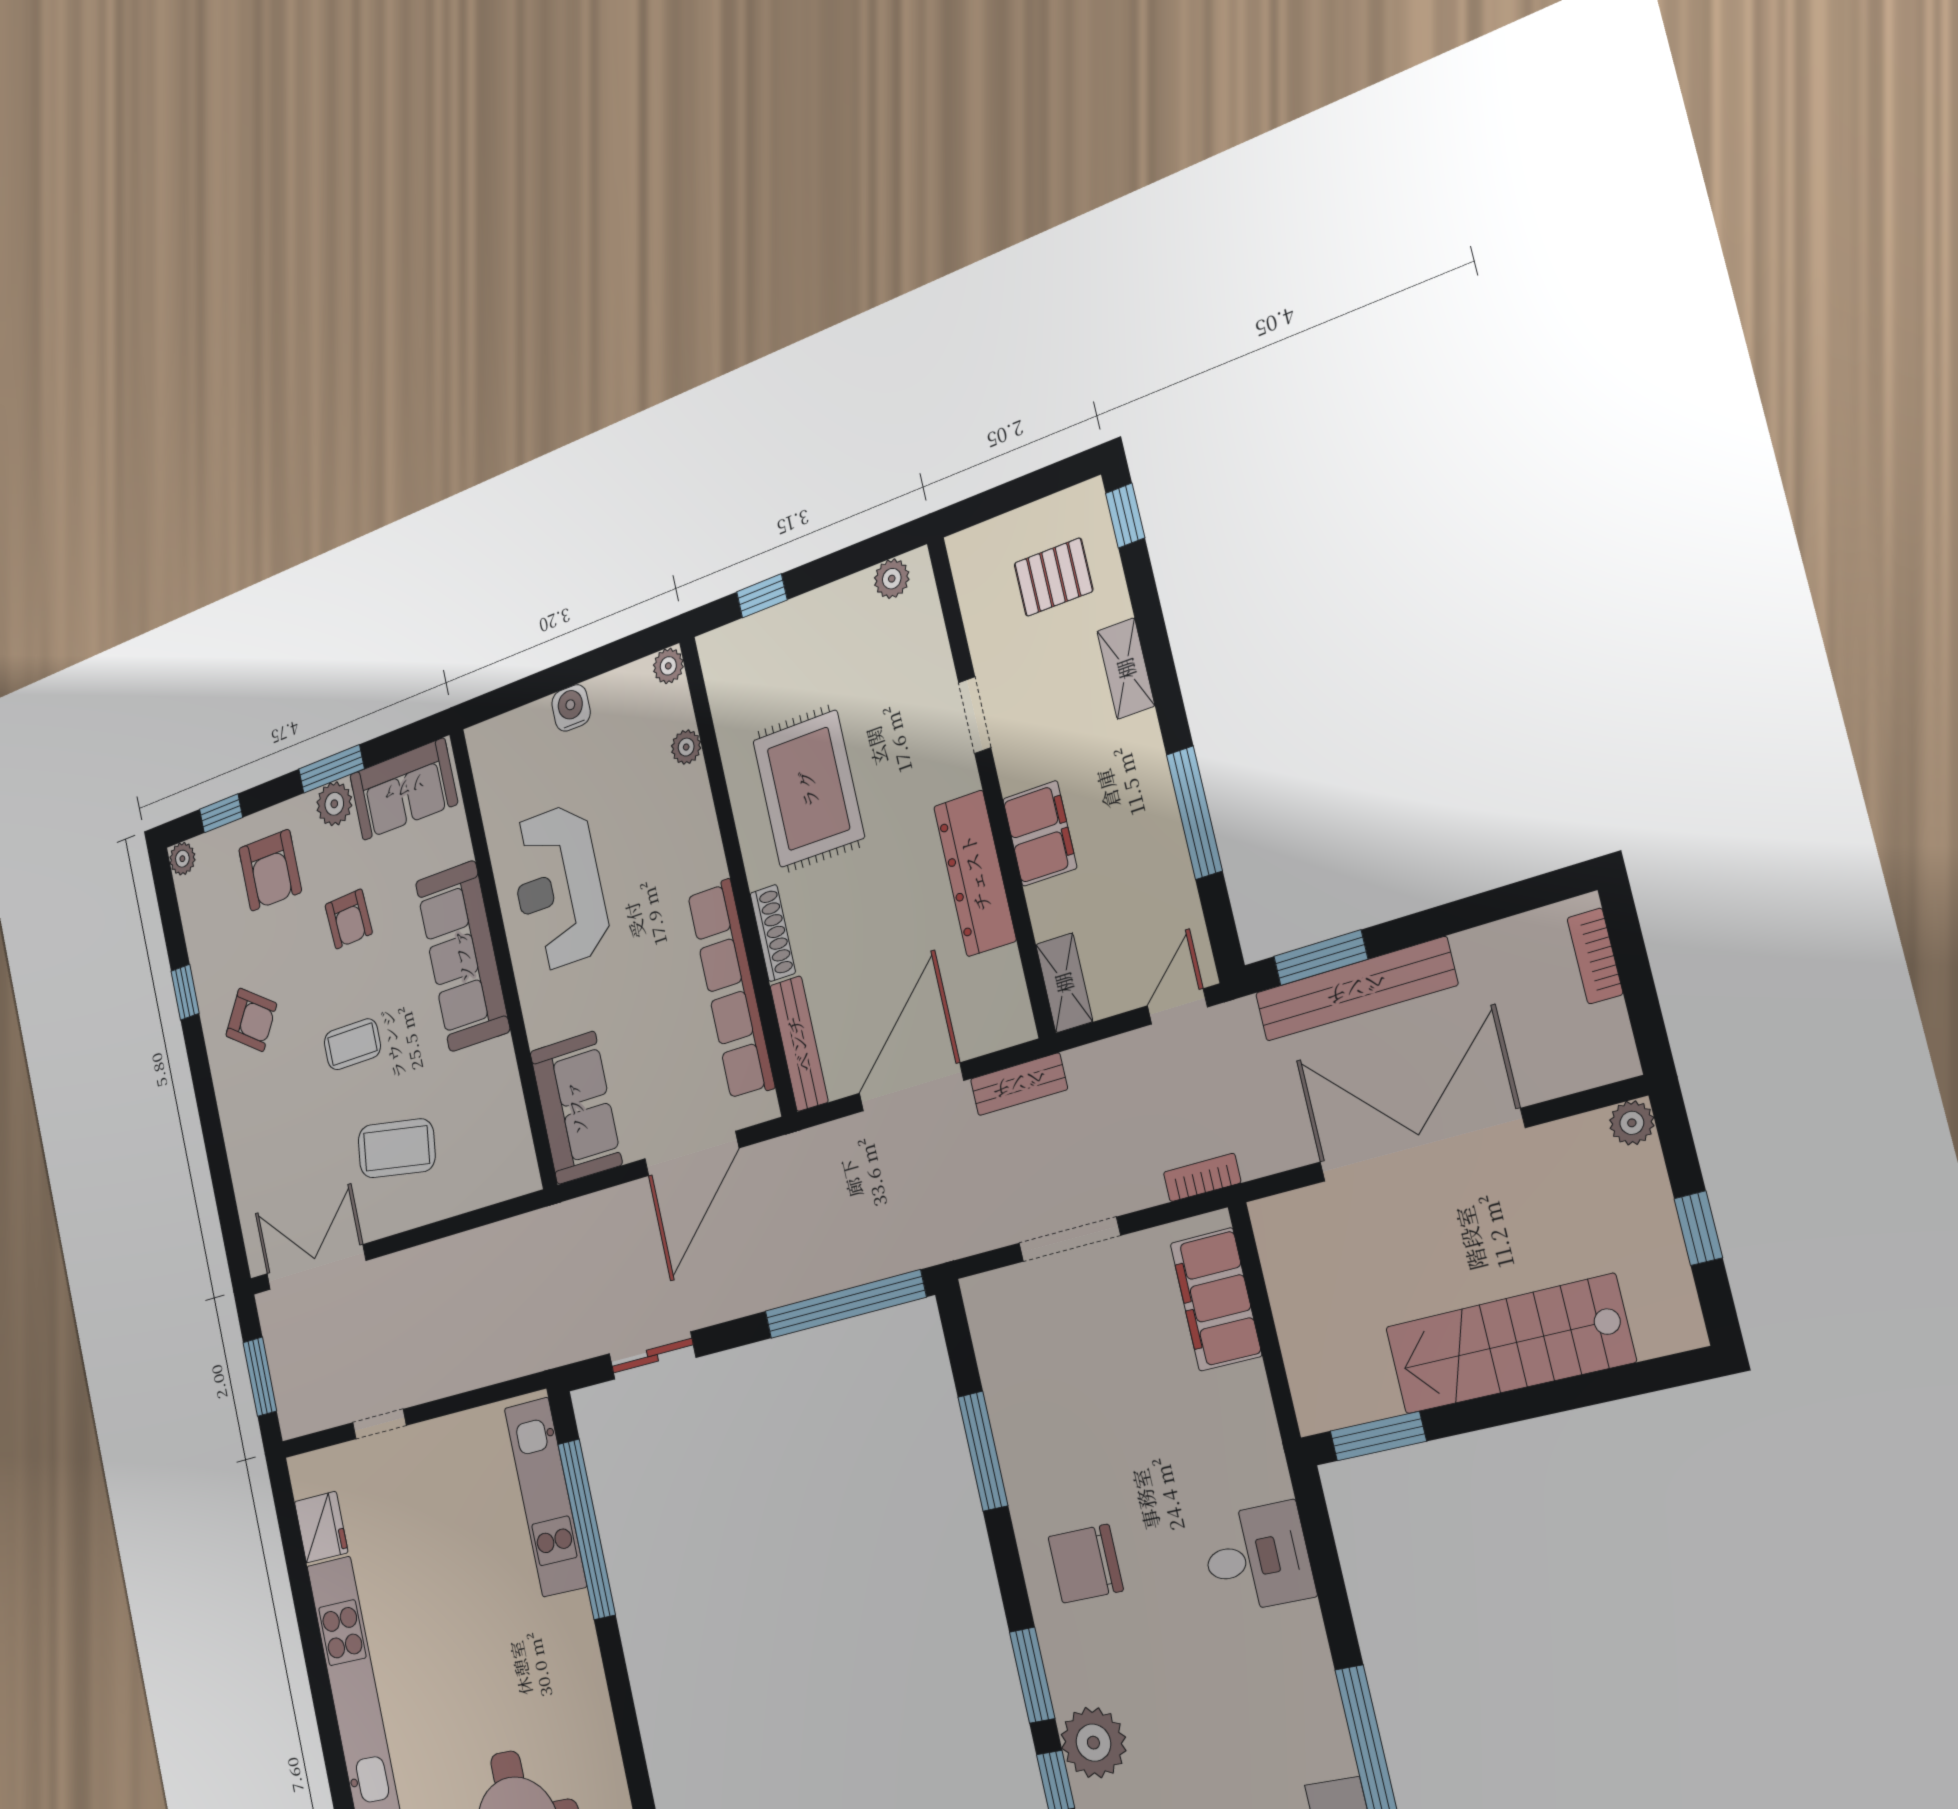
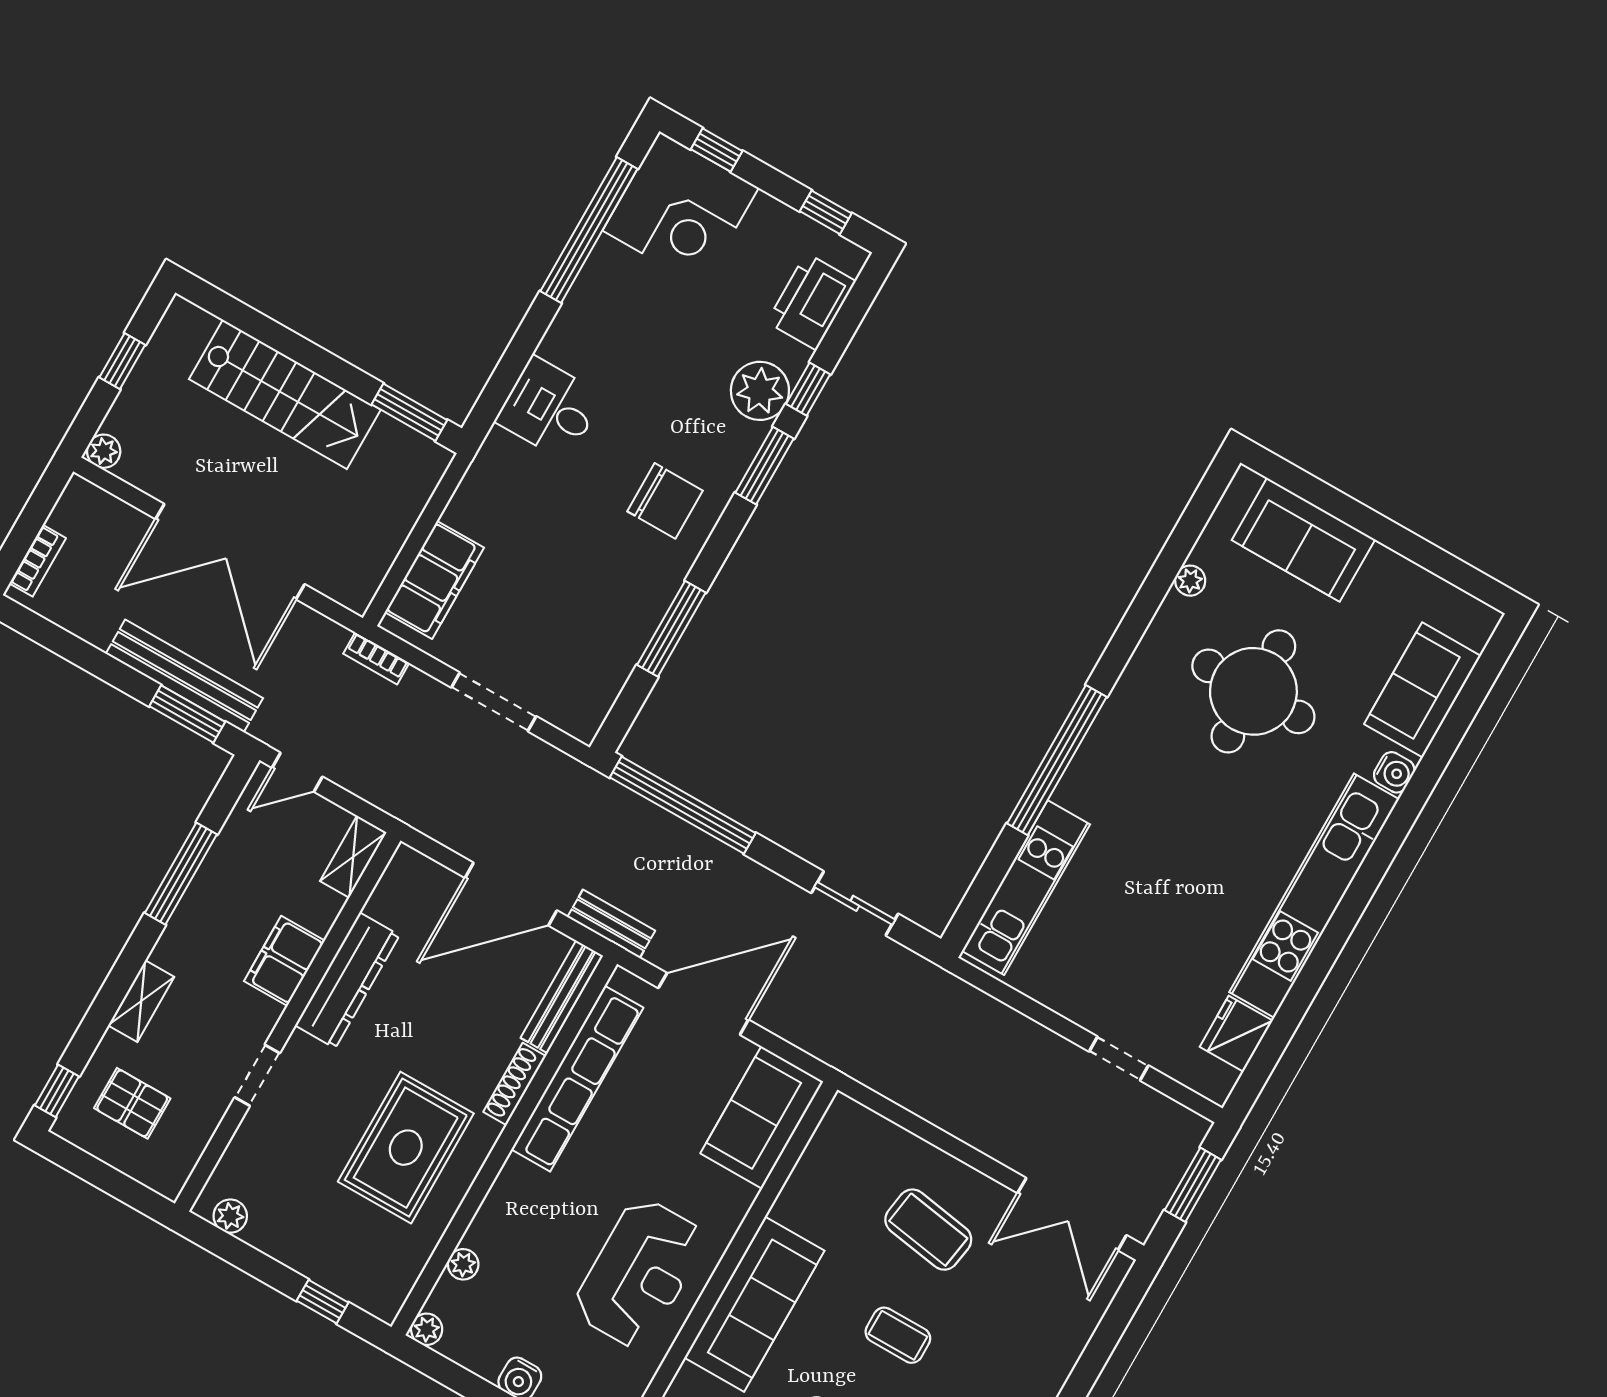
bench: (1019, 1084) -> (611, 924), moved
window: (587, 1529) -> (1057, 760), moved

